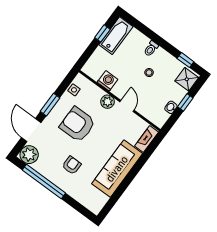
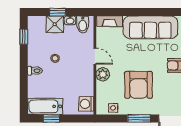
shower: (187, 79) -> (55, 24), moved
washing machine: (107, 81) -> (86, 104), moved
door: (127, 106) -> (95, 56), swing flipped
bidet: (160, 115) -> (83, 24), added

